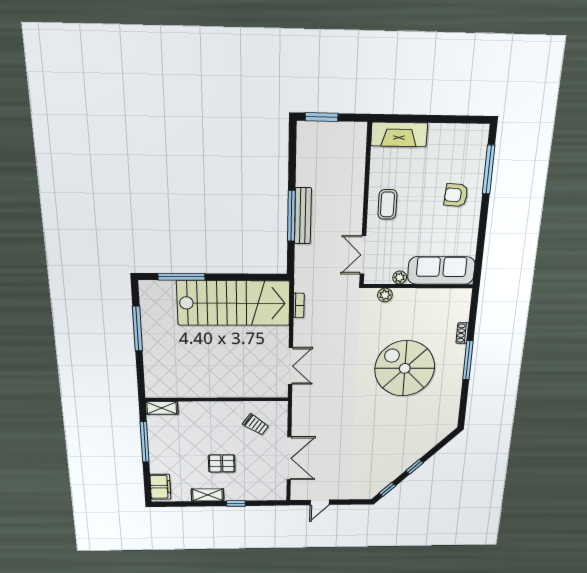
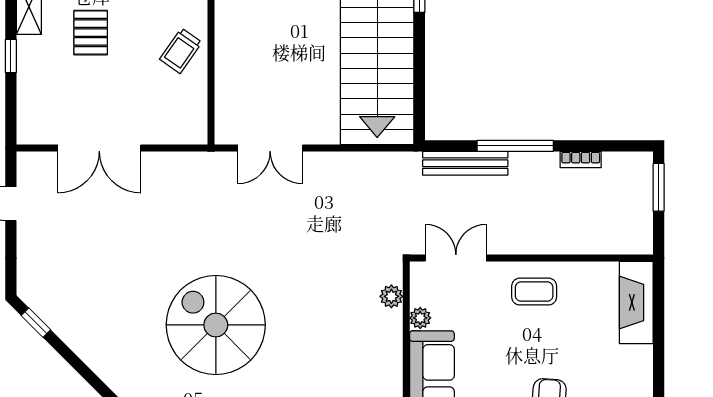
bench: (303, 216) -> (465, 163), moved
bookcase: (299, 305) -> (581, 160), moved
spiral stairs: (405, 368) -> (216, 325), moved, turned -90
trolley: (256, 425) -> (181, 51), moved
window: (414, 467) -> (81, 368), removed

